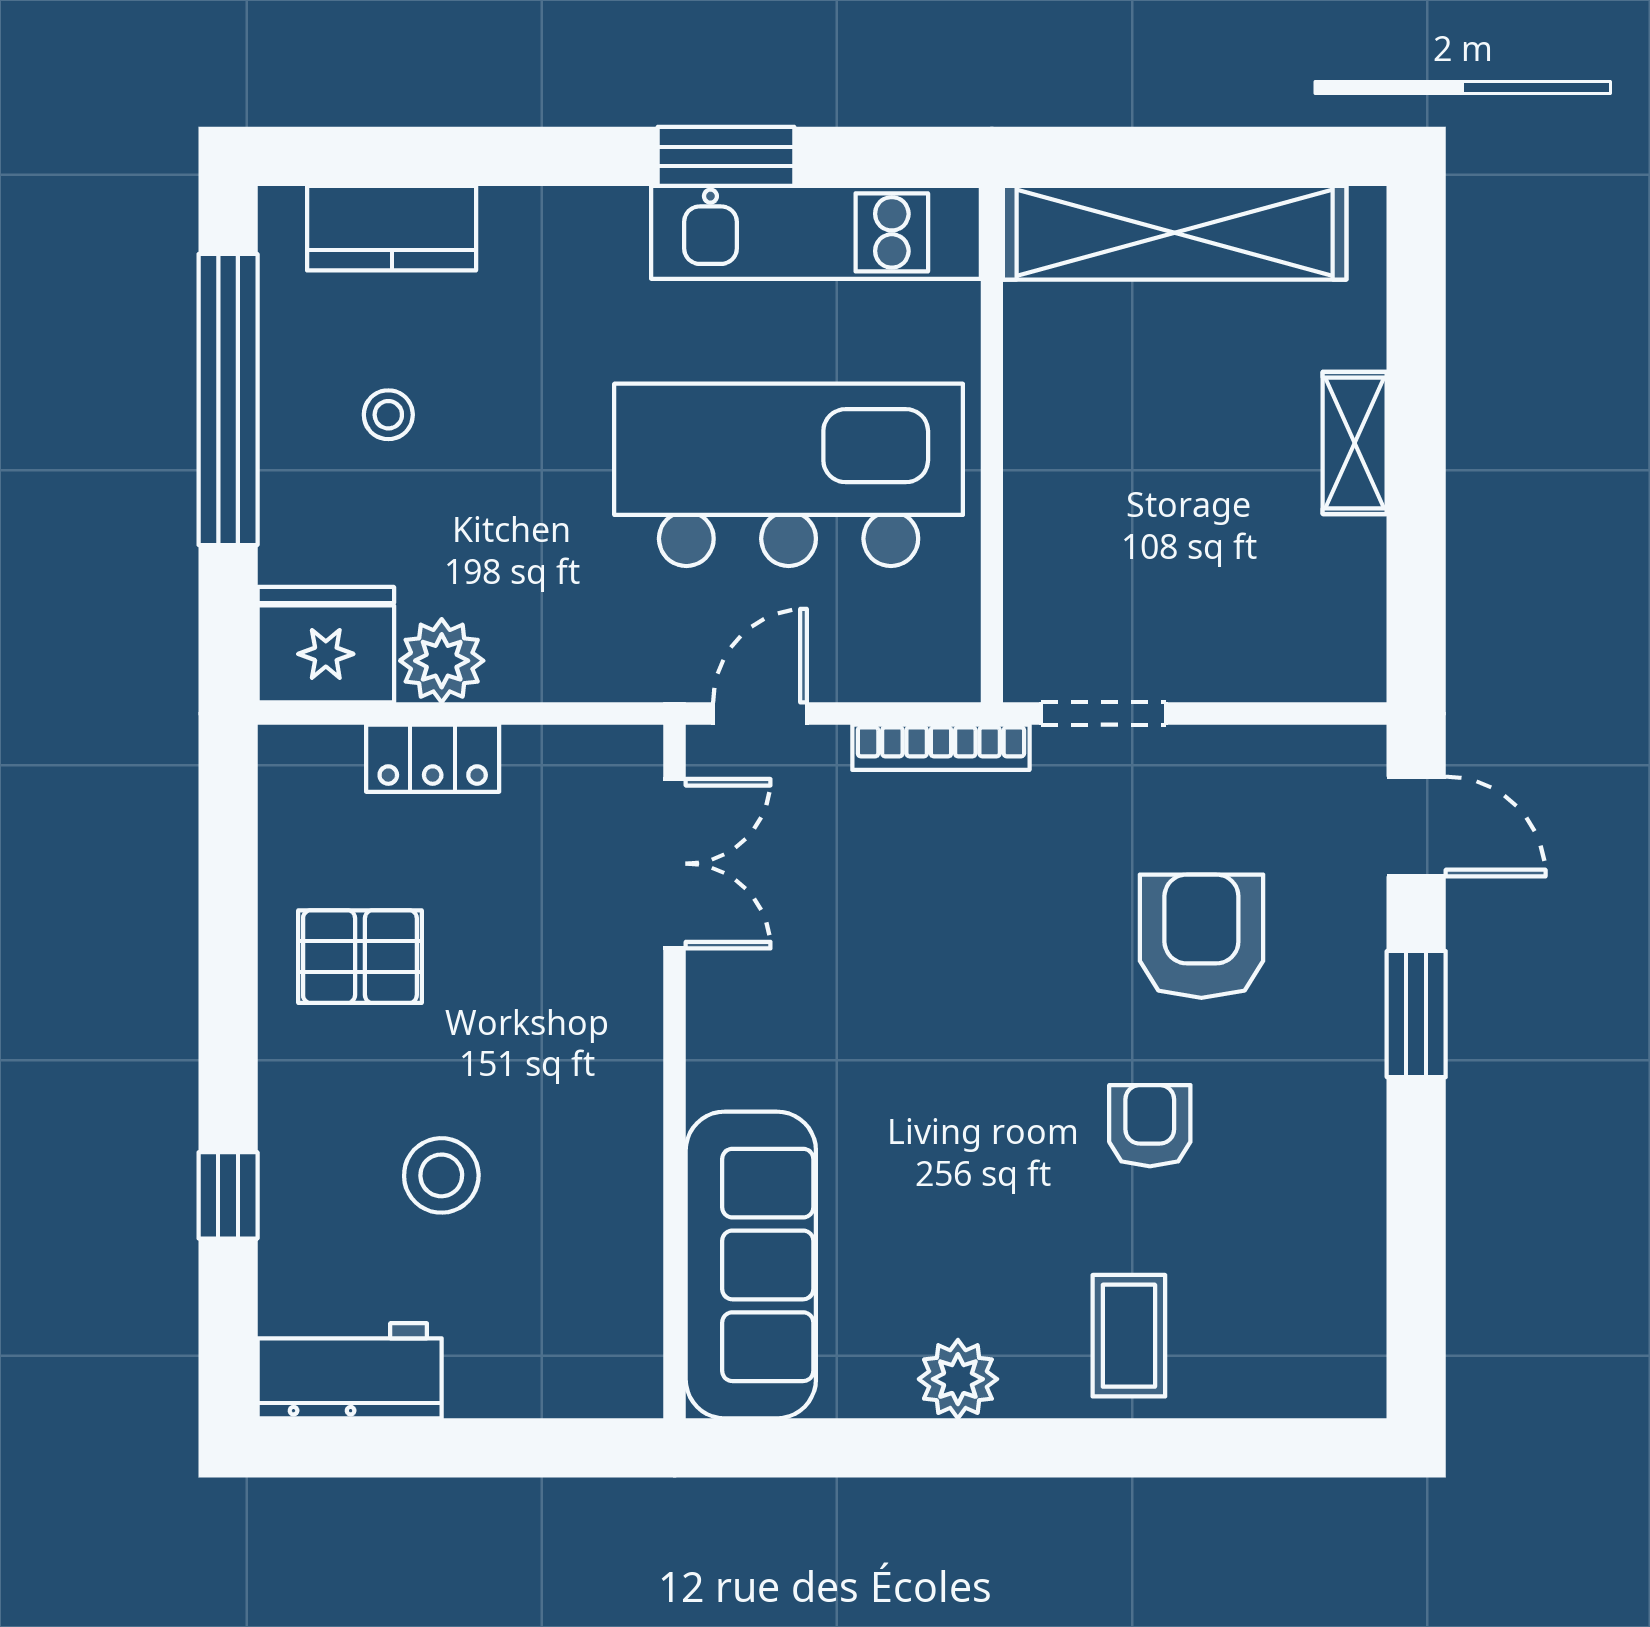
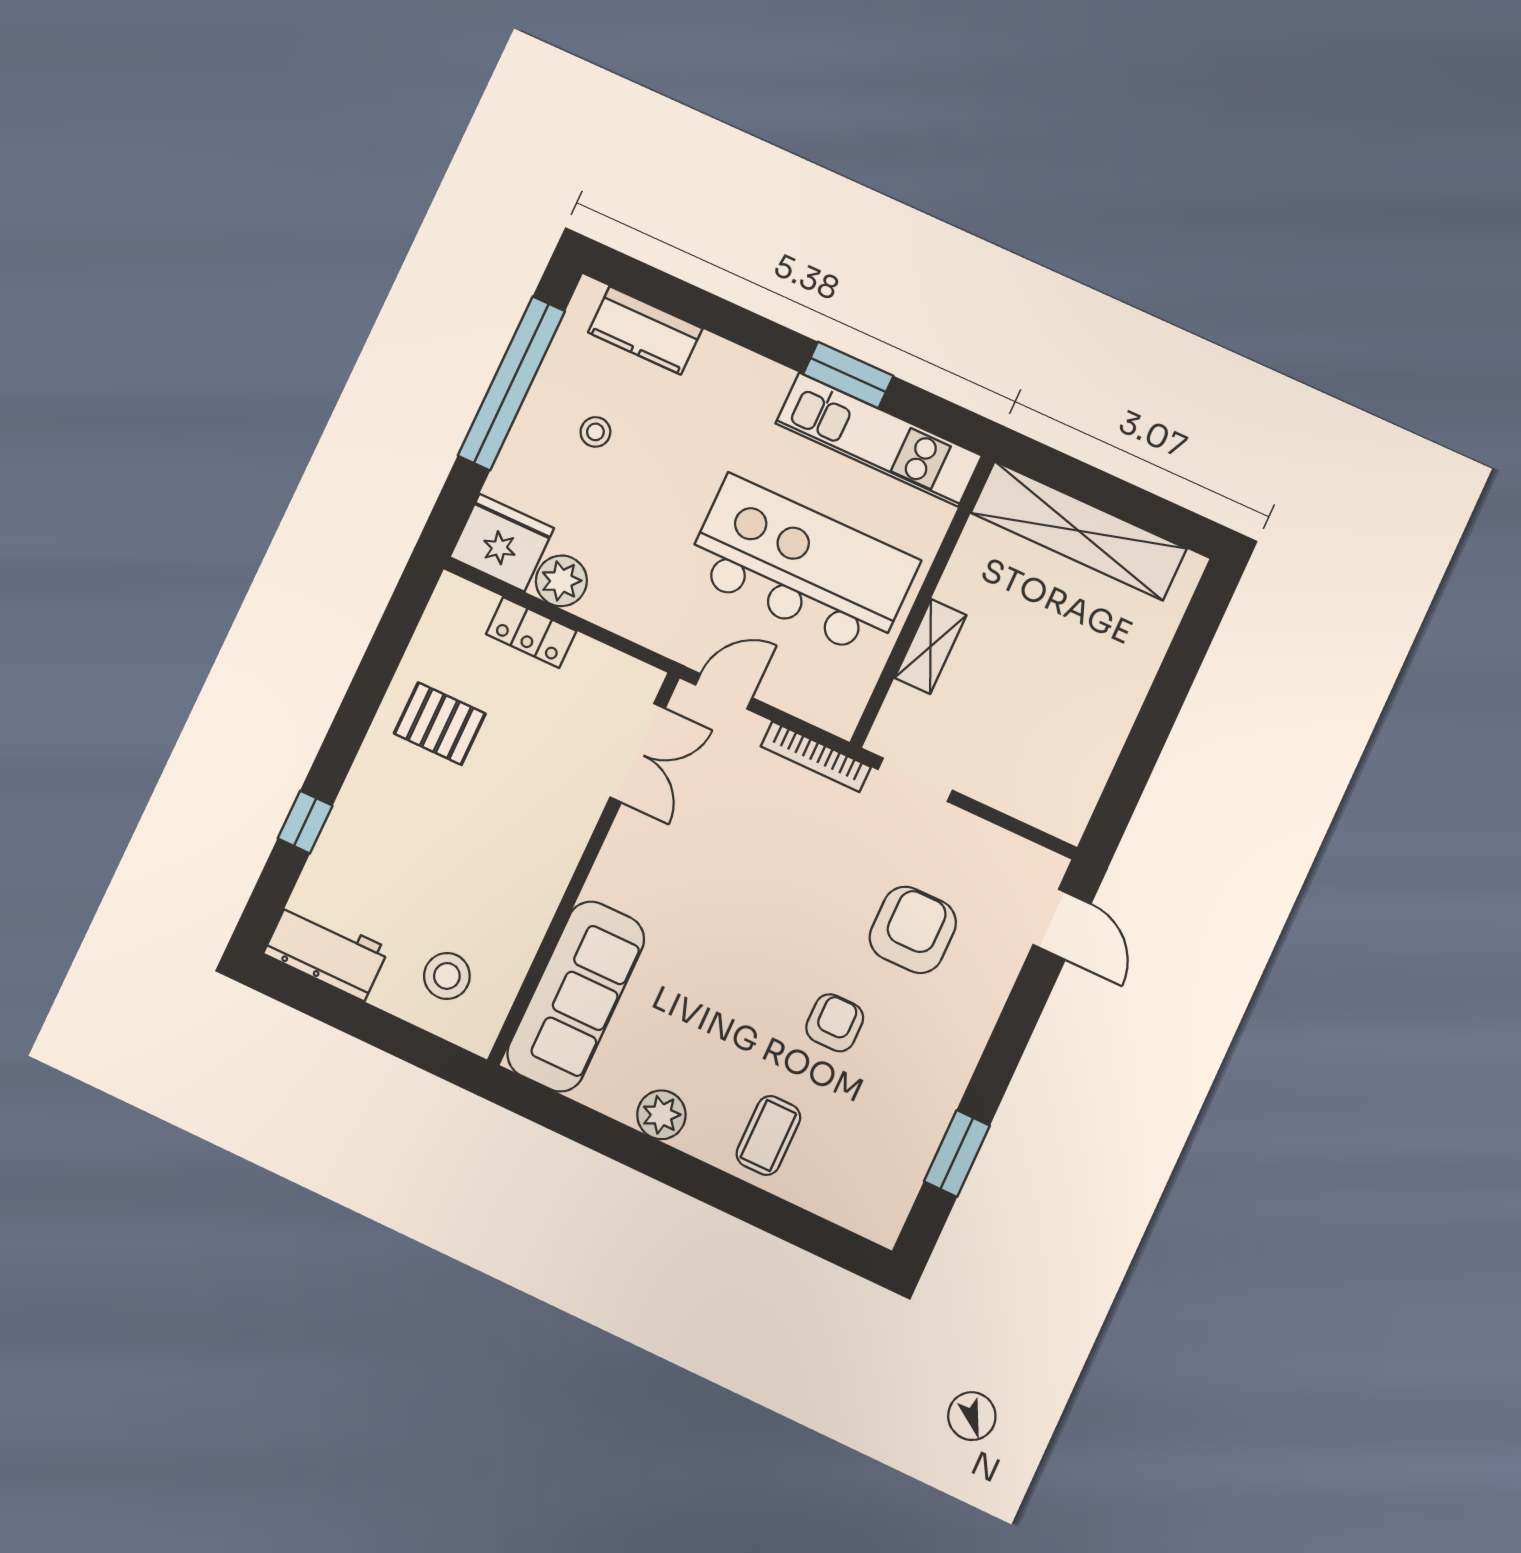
shelving: (1355, 443) -> (930, 646), moved
window: (1416, 1014) -> (957, 1153), moved
stool: (441, 1175) -> (447, 976), moved

